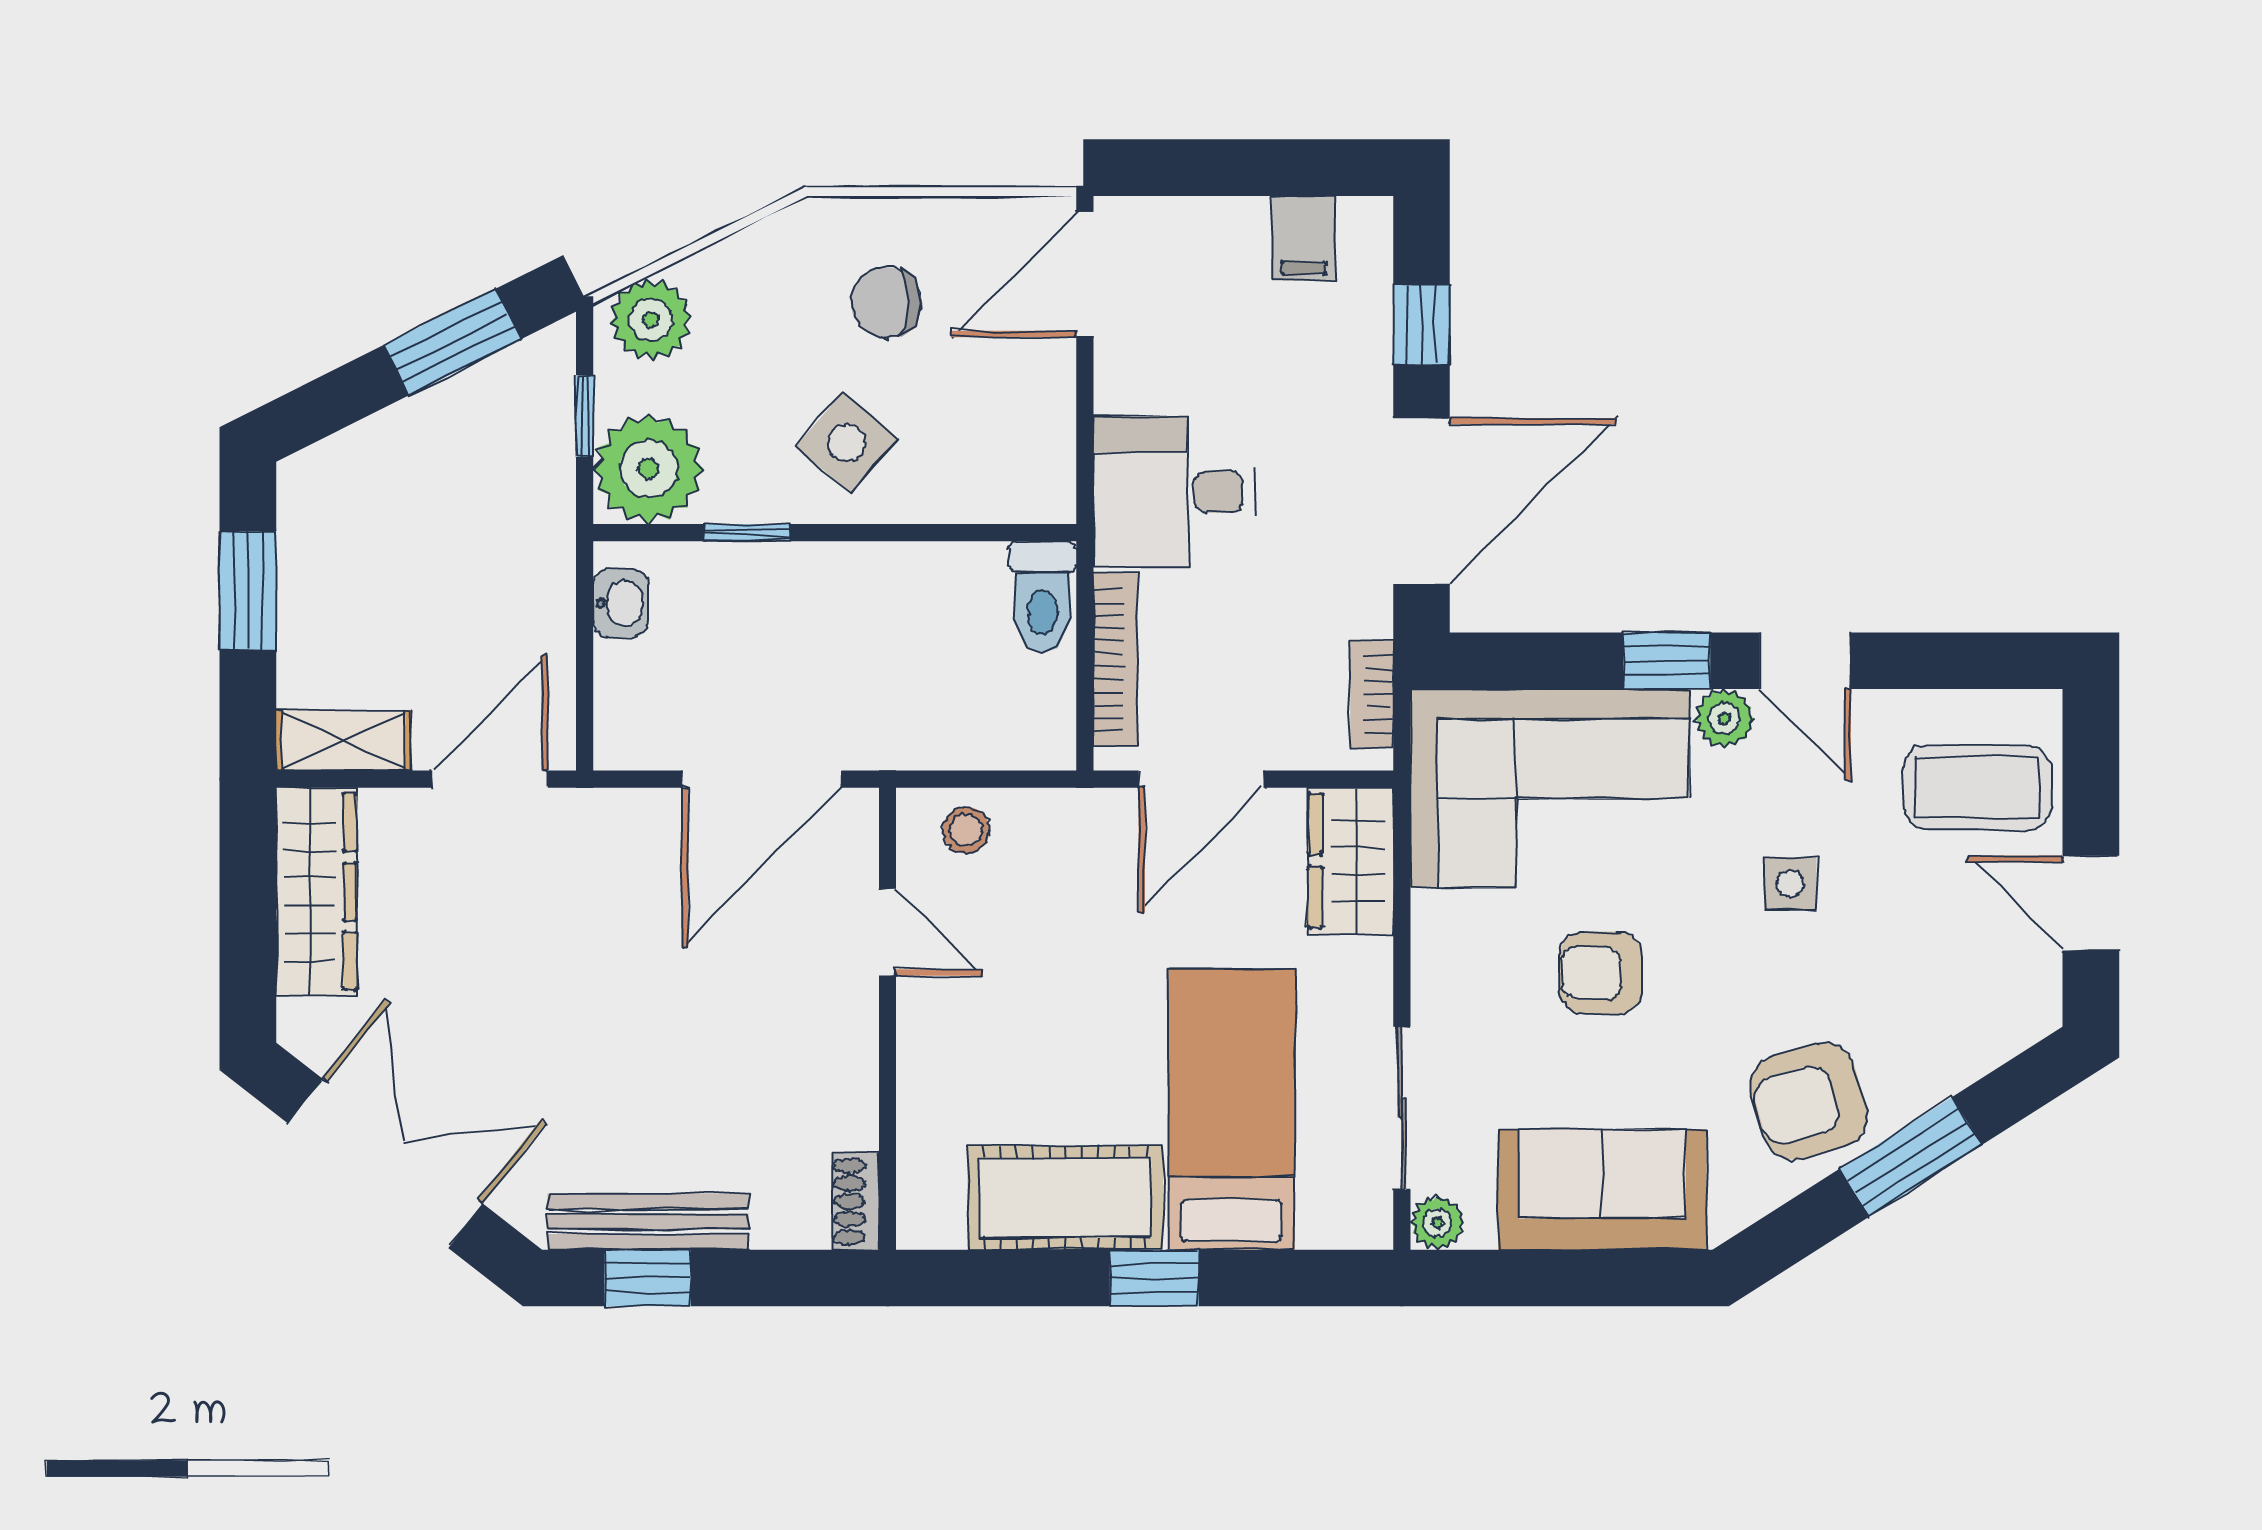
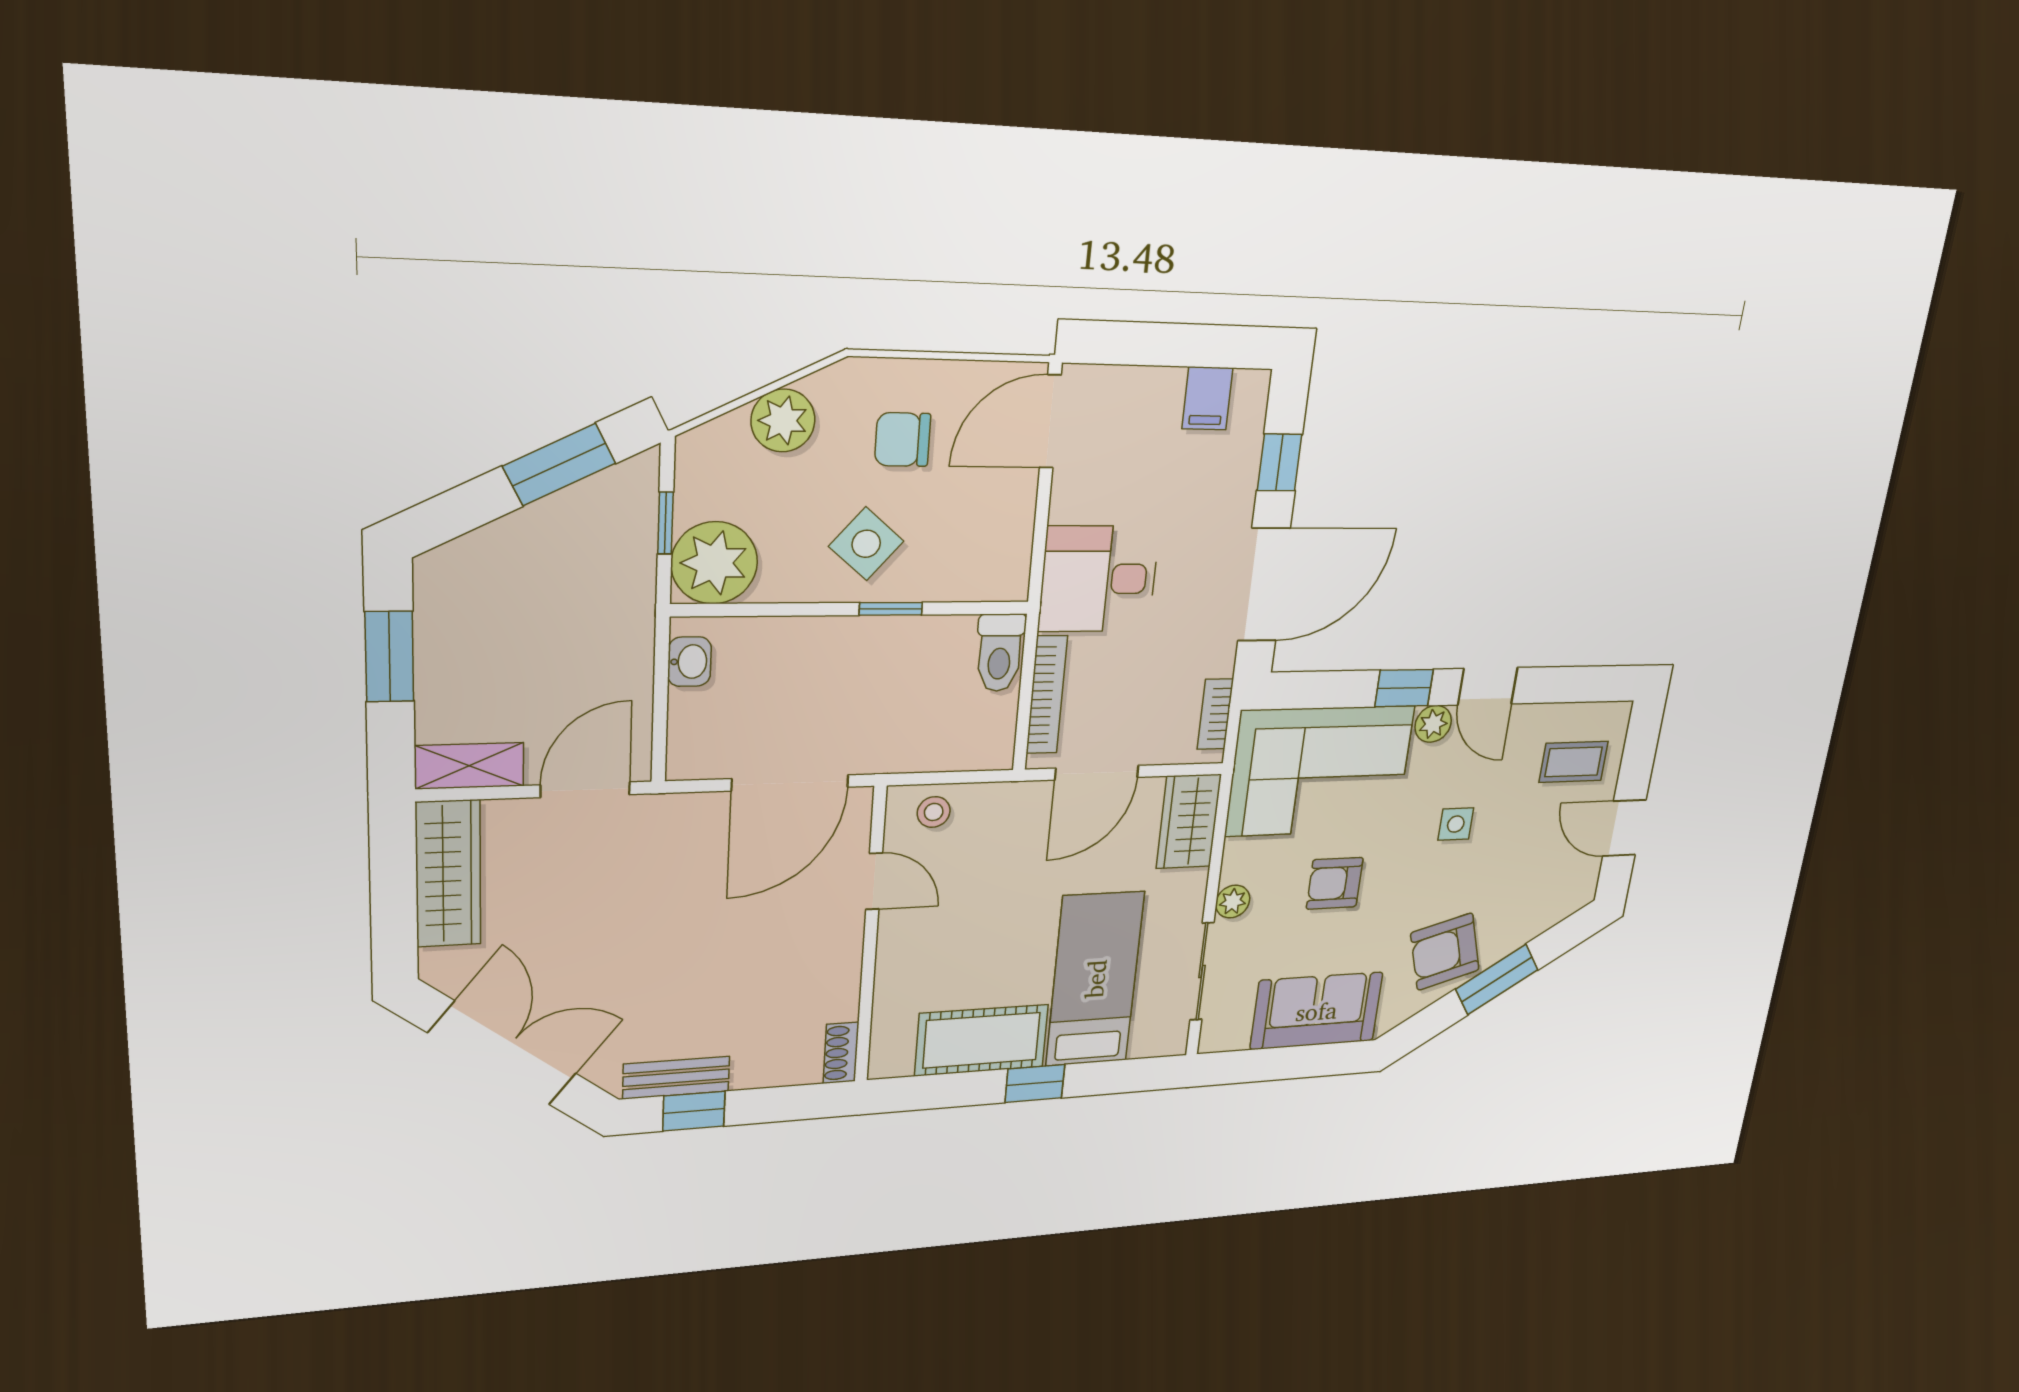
plant: (651, 320) -> (783, 420), moved
window: (747, 533) -> (891, 609), moved
coffee table: (1977, 788) -> (1574, 762), width x0.73, depth x0.77
bench: (648, 1222) -> (676, 1078), width x0.73
plant: (1437, 1223) -> (1233, 902), moved

